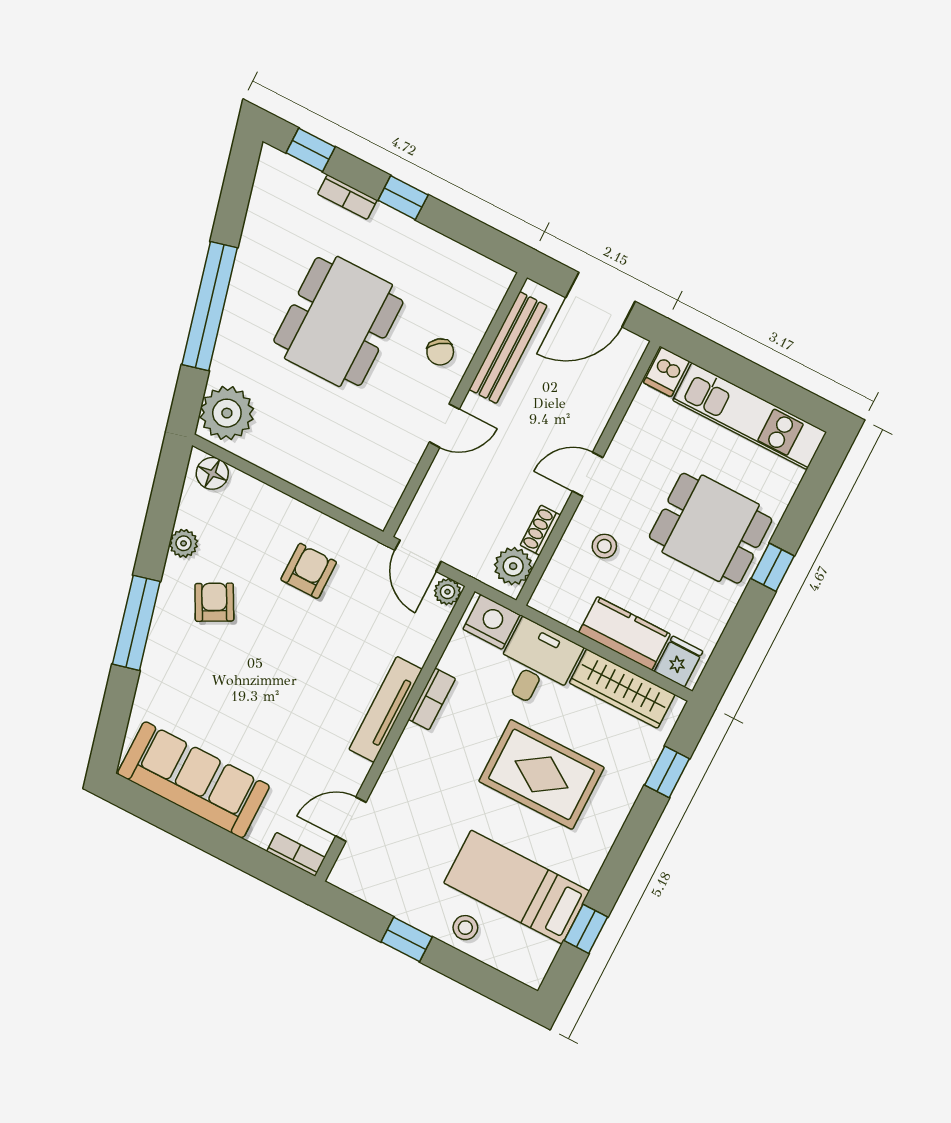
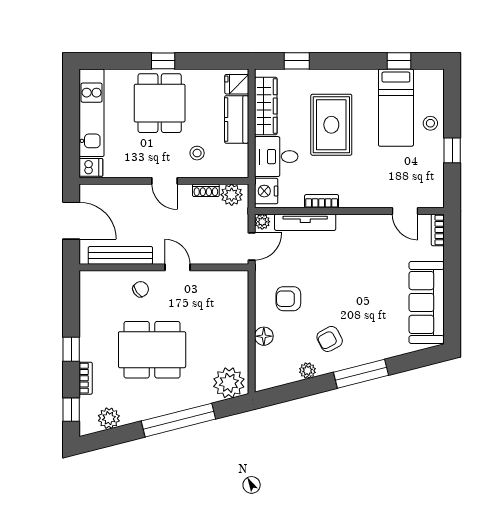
plant: (268, 201) -> (109, 418), added
floor lamp: (212, 473) -> (264, 336), moved
tv unit: (386, 709) -> (305, 222), moved

